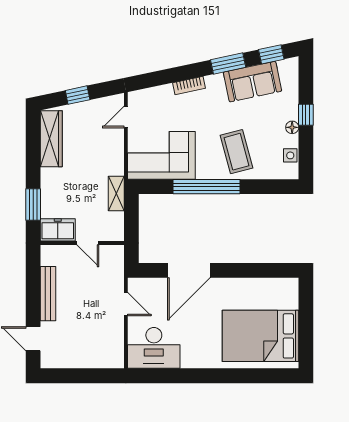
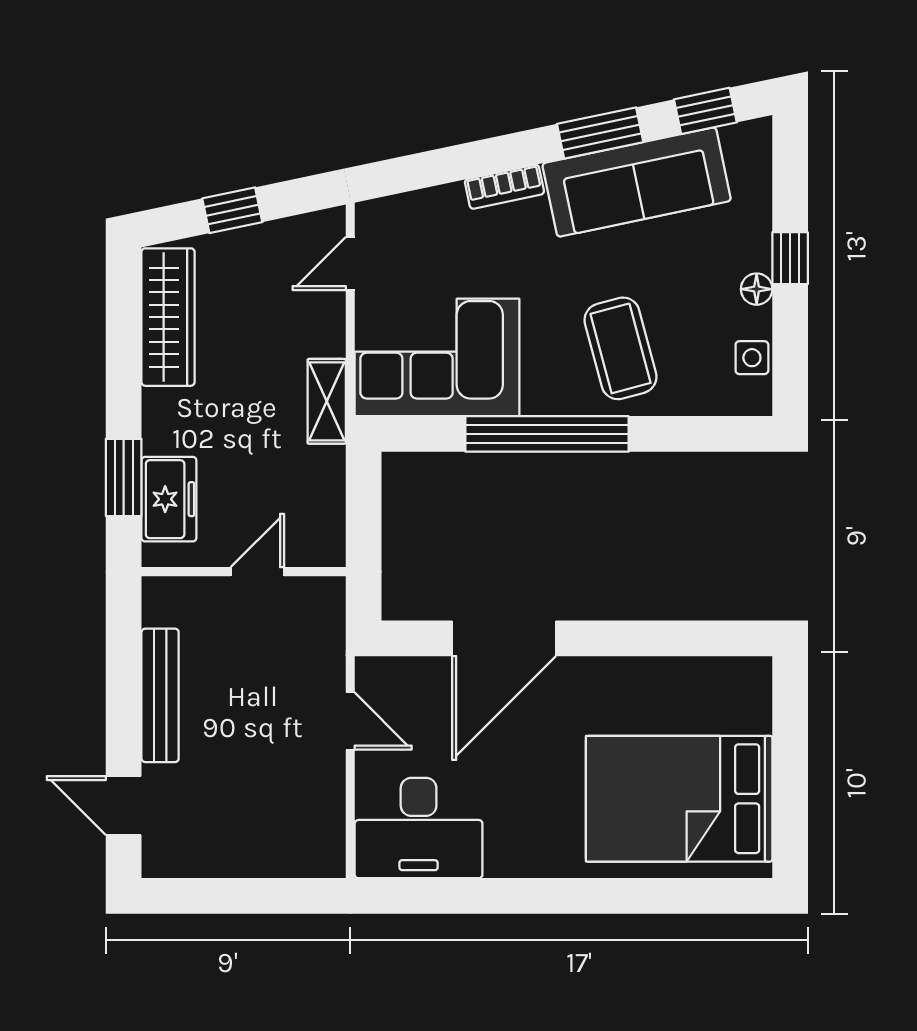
sofa: (253, 82) -> (637, 182), width x1.36
shelving: (116, 193) -> (327, 401), moved
freezer: (58, 230) -> (169, 499), moved, turned 90
door: (88, 243) -> (257, 572), swing flipped

